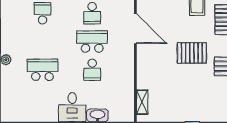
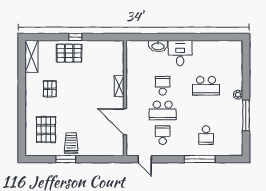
pallet: (192, 53) -> (69, 53), moved
shelving: (142, 102) -> (119, 86), moved

